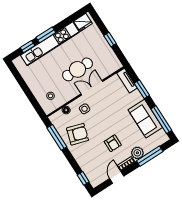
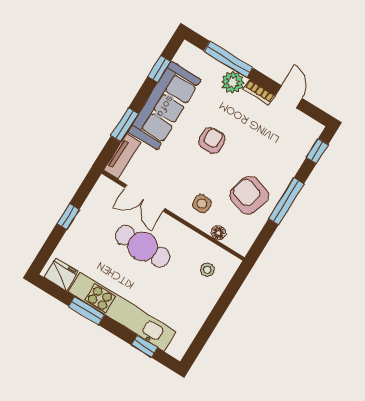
window: (46, 35) -> (86, 311), moved
double door: (92, 88) -> (145, 198), moved
sofa: (145, 119) -> (164, 106), width x1.36
window: (161, 120) -> (159, 69), width x0.46
window: (57, 137) -> (286, 201), moved
armchair: (113, 143) -> (212, 140), moved
door: (117, 177) -> (289, 97), swing flipped

